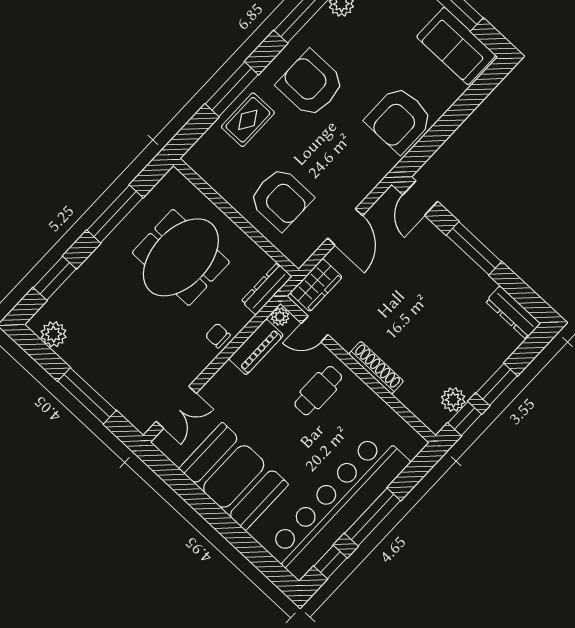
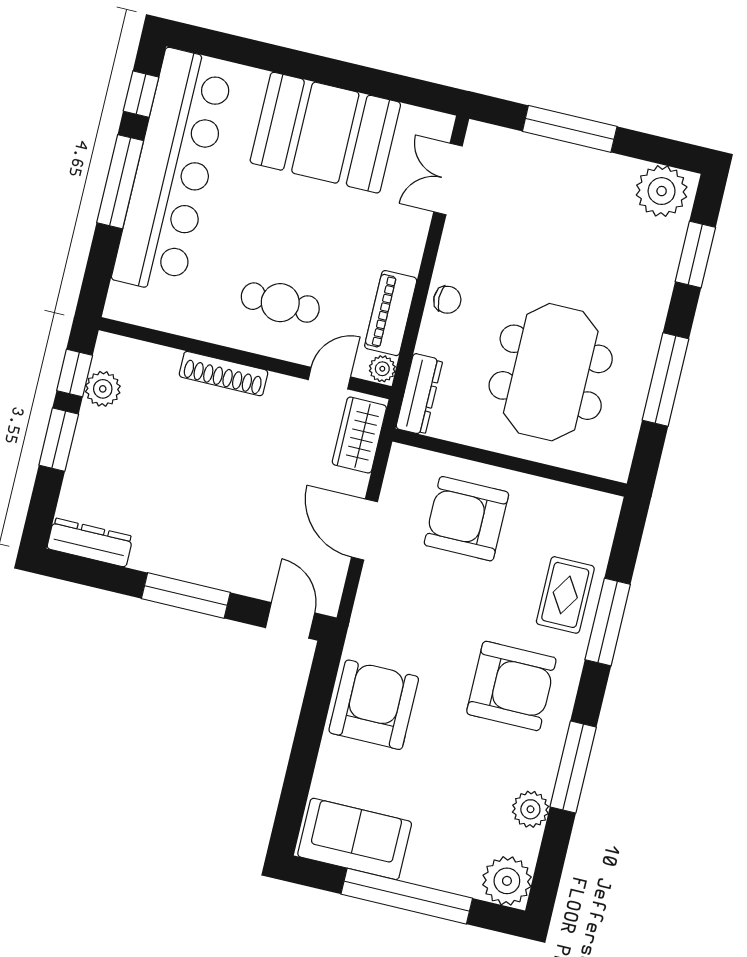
plant: (54, 334) -> (662, 191), width x1.36, depth x1.36
cafe table: (318, 391) -> (280, 303), turned 90

